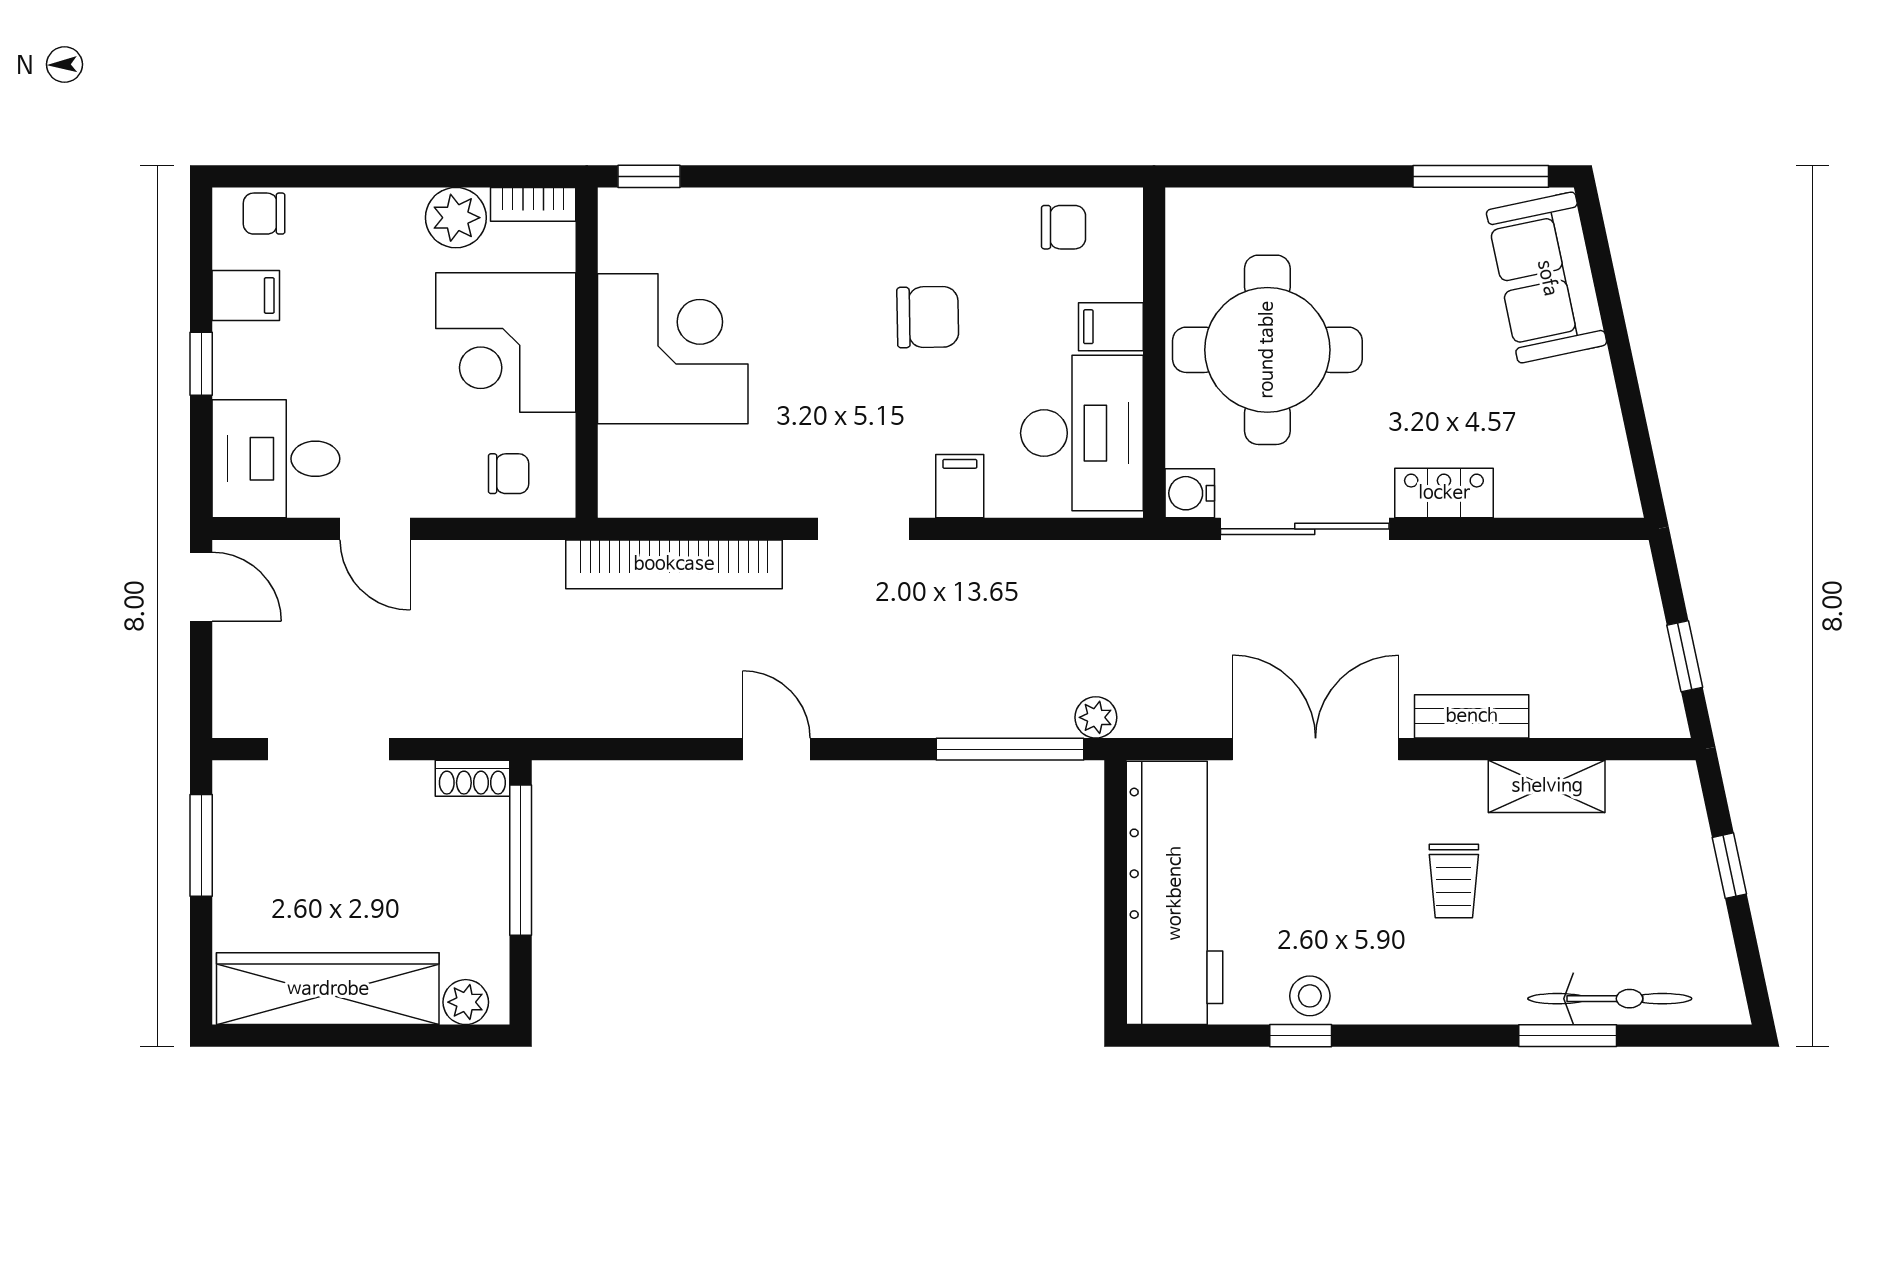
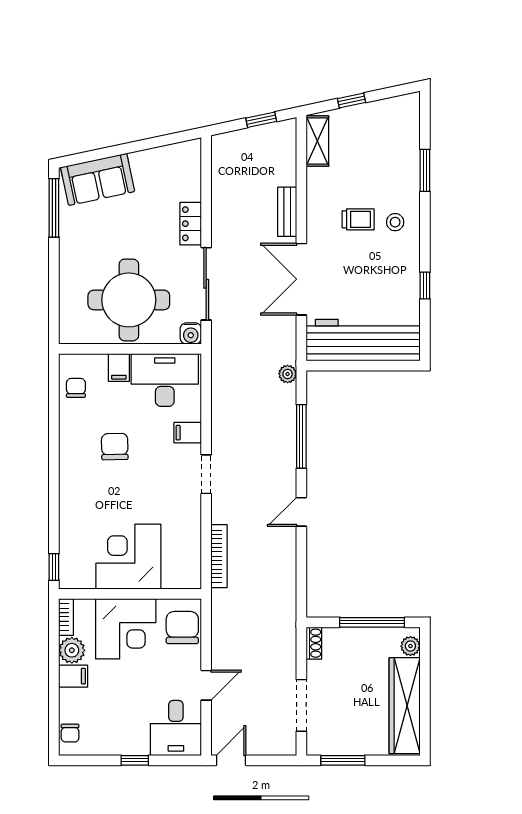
filing cabinet: (246, 296) -> (73, 676), moved, turned 90
chair: (509, 474) -> (182, 628), width x1.87, depth x1.87
bookcase: (674, 564) -> (219, 556), width x0.68, depth x0.76
window: (1010, 749) -> (301, 436), moved
shelving: (1547, 786) -> (317, 141), moved
window: (521, 860) -> (372, 622), moved
stool: (1310, 996) -> (395, 222), moved
bicycle: (1610, 999) -> (409, 152), removed

